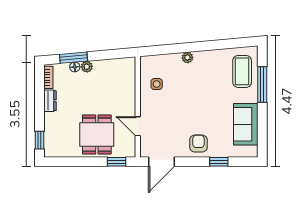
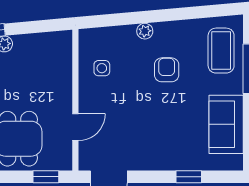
door: (138, 126) -> (75, 127), swing flipped
armchair: (198, 143) -> (167, 70), moved

